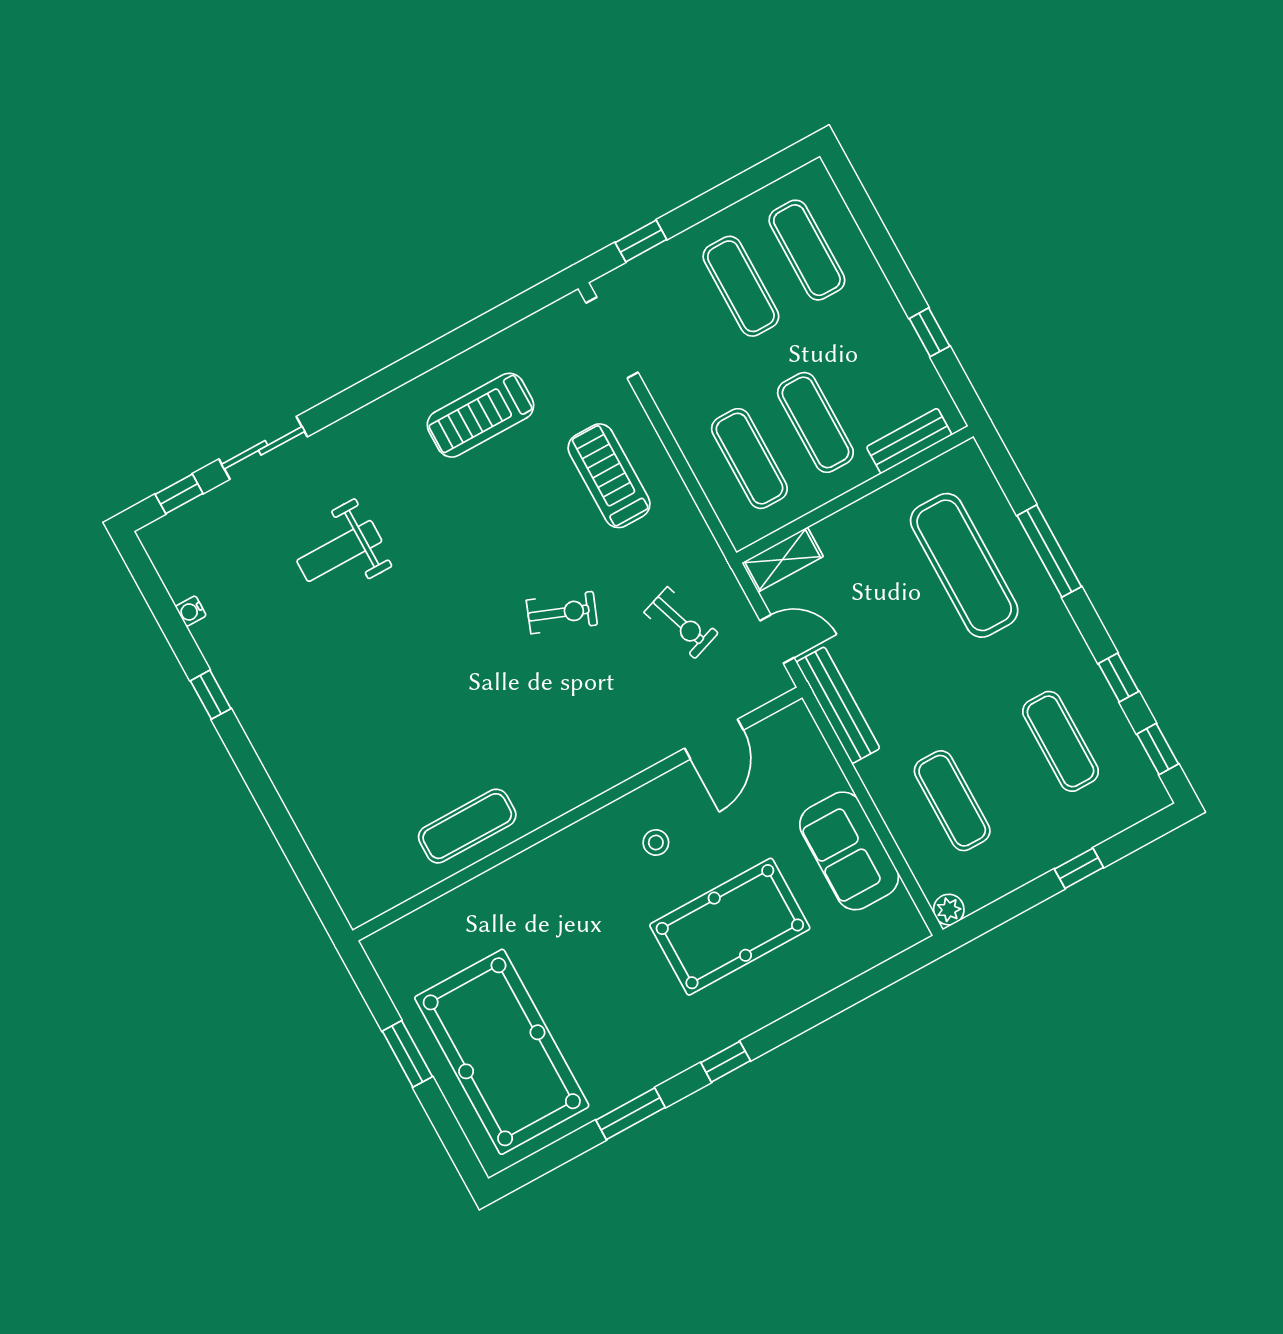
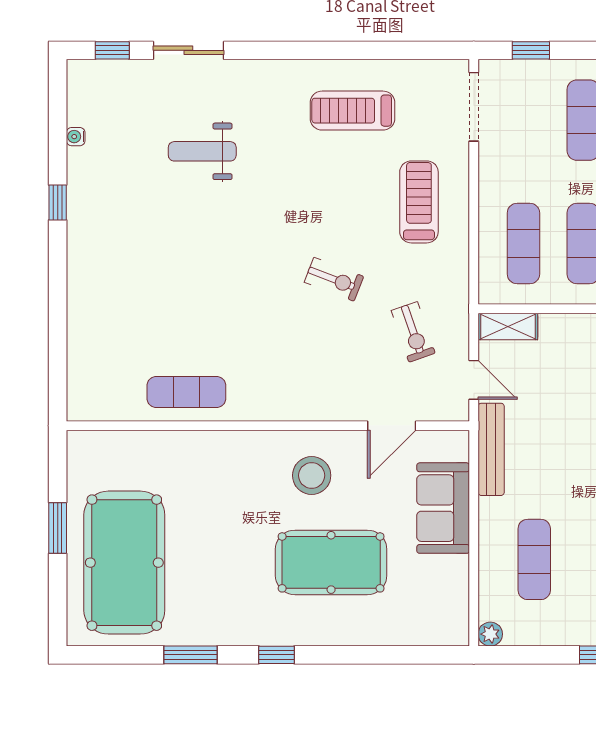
stool: (656, 842) -> (312, 475), width x1.89, depth x1.89
sofa: (849, 851) -> (443, 508), moved

